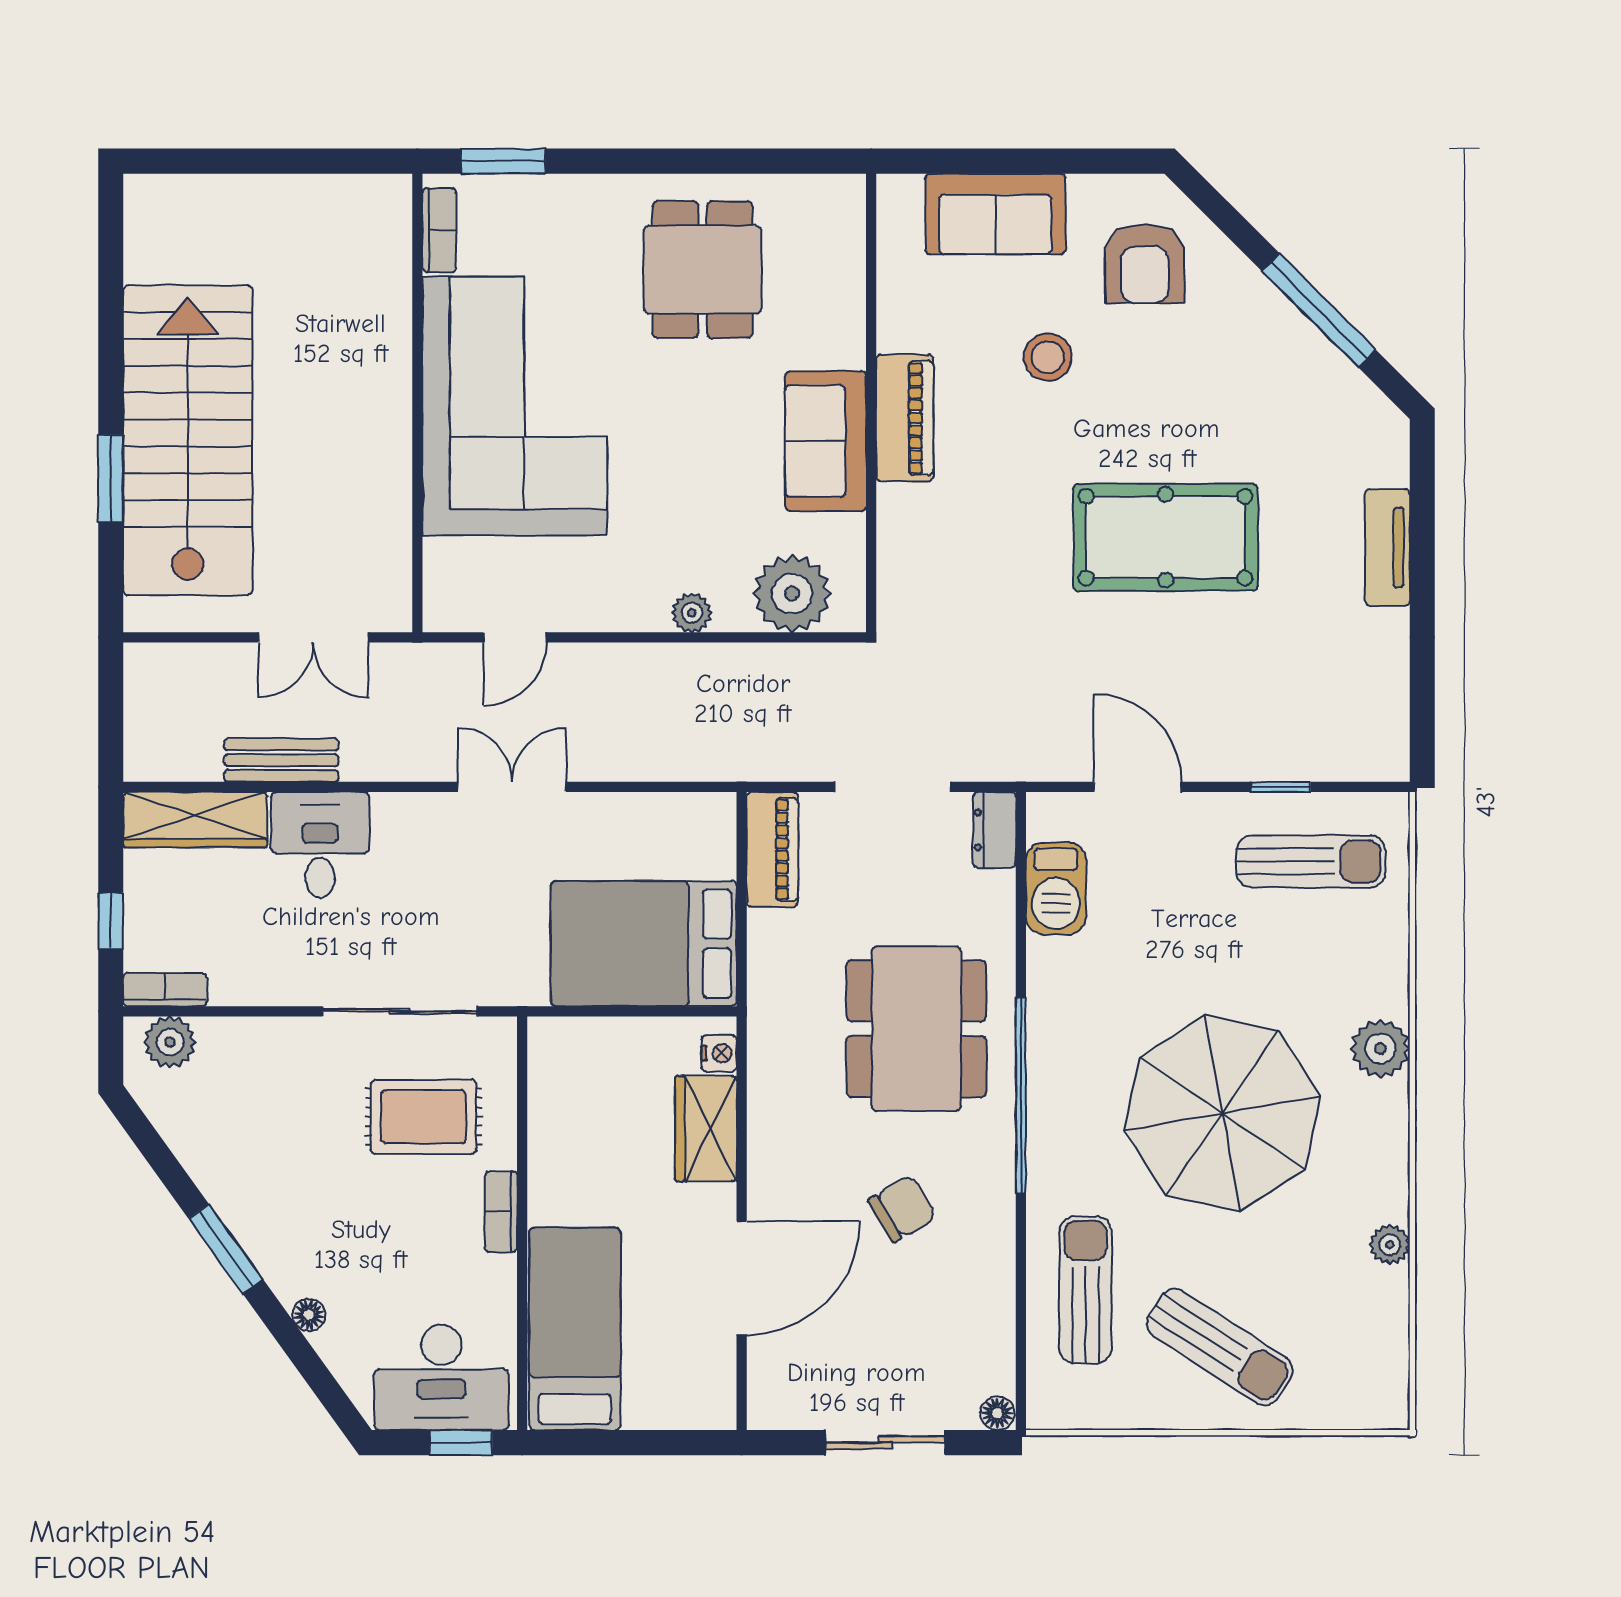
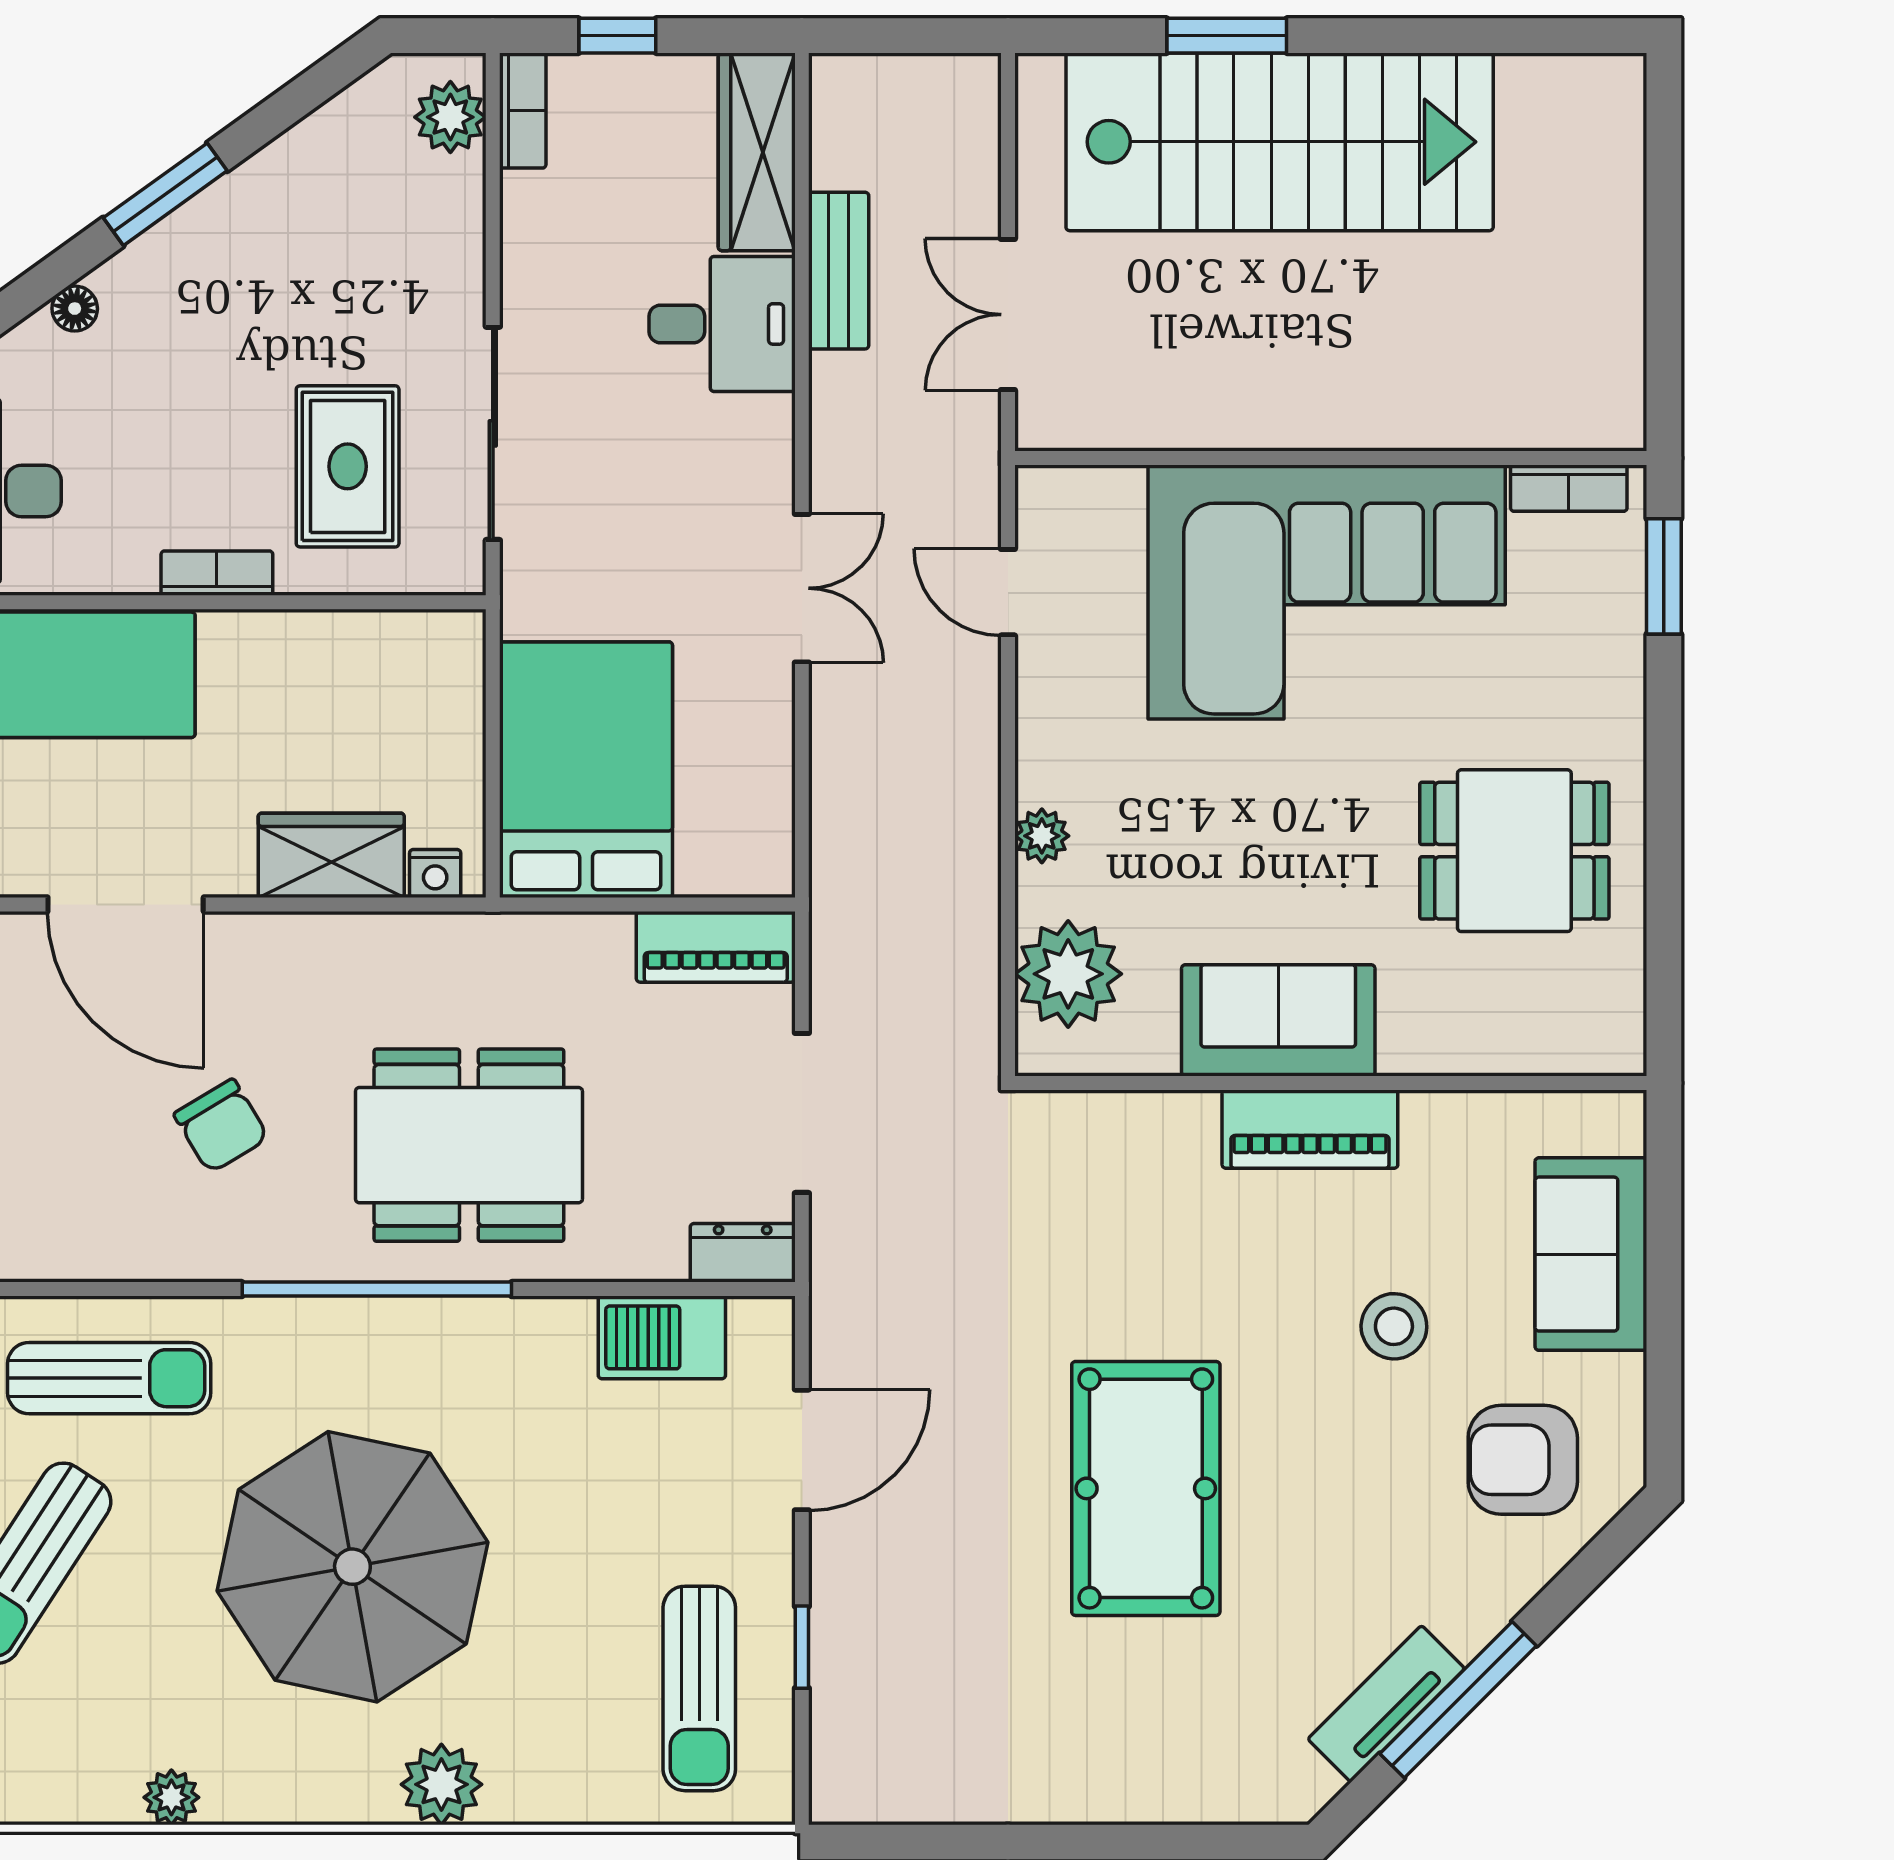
tv unit: (1387, 547) -> (1386, 1704), moved, turned -45

